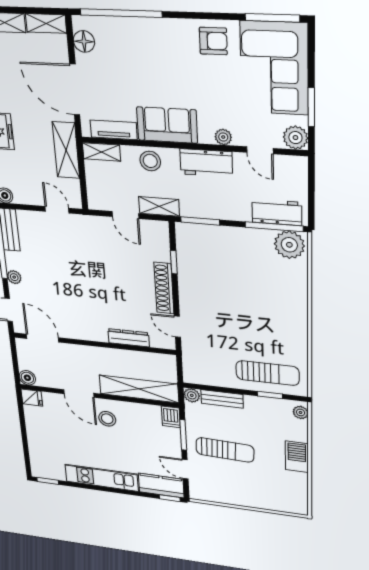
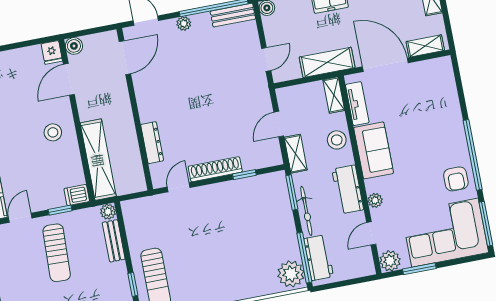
window: (121, 13) -> (473, 155), moved
shelving: (46, 23) -> (425, 46), moved, turned 90
floor lamp: (84, 41) -> (430, 69), removed
door: (75, 90) -> (385, 65), hinge flipped
bicycle: (223, 212) -> (306, 211), added
door: (79, 393) -> (69, 79), moved
window: (183, 435) -> (60, 210), width x0.67

